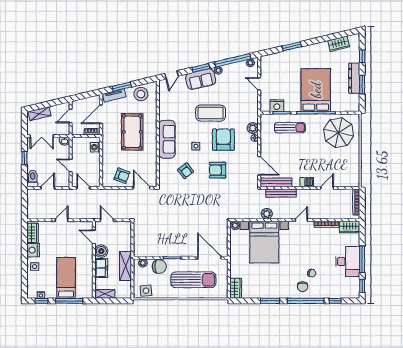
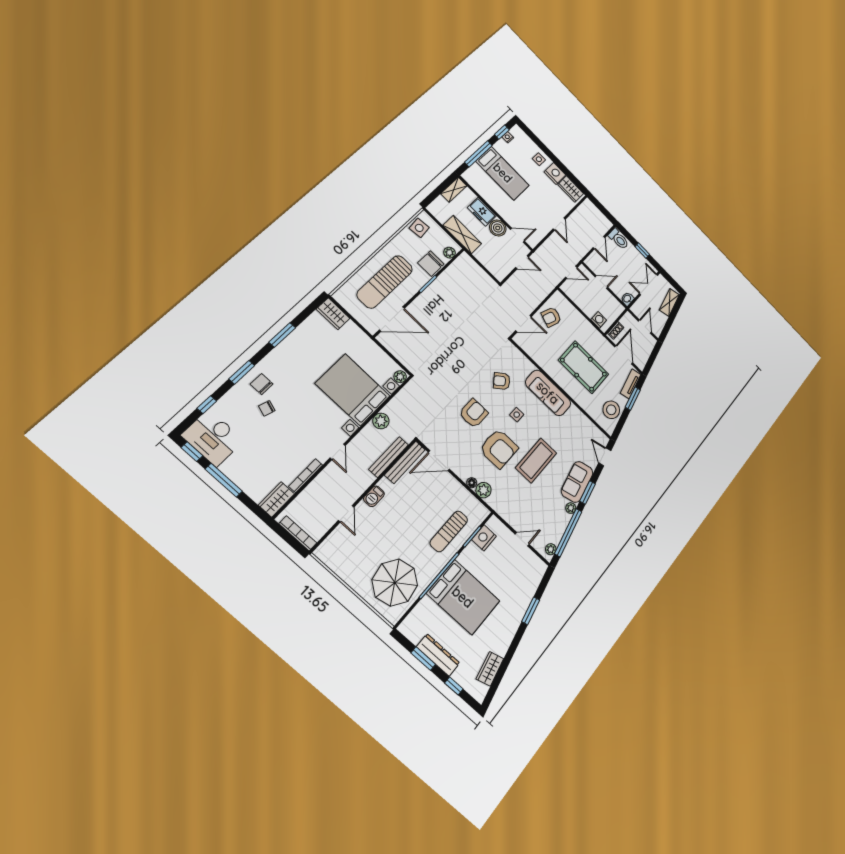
desk: (348, 261) -> (213, 438), moved
window: (306, 301) -> (242, 372), width x0.47

